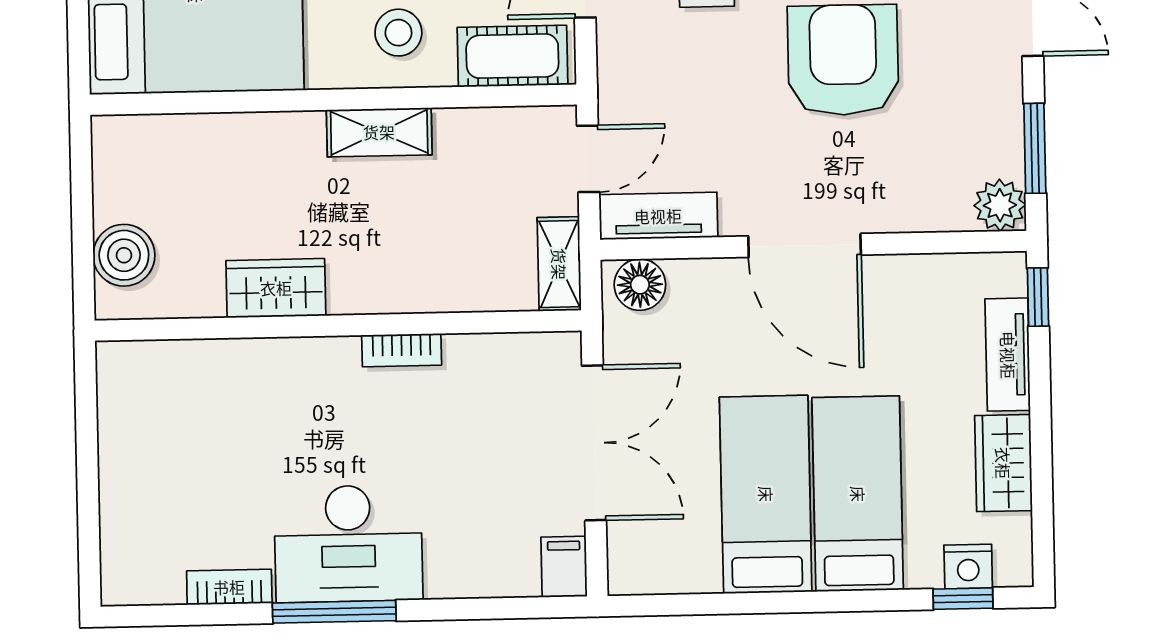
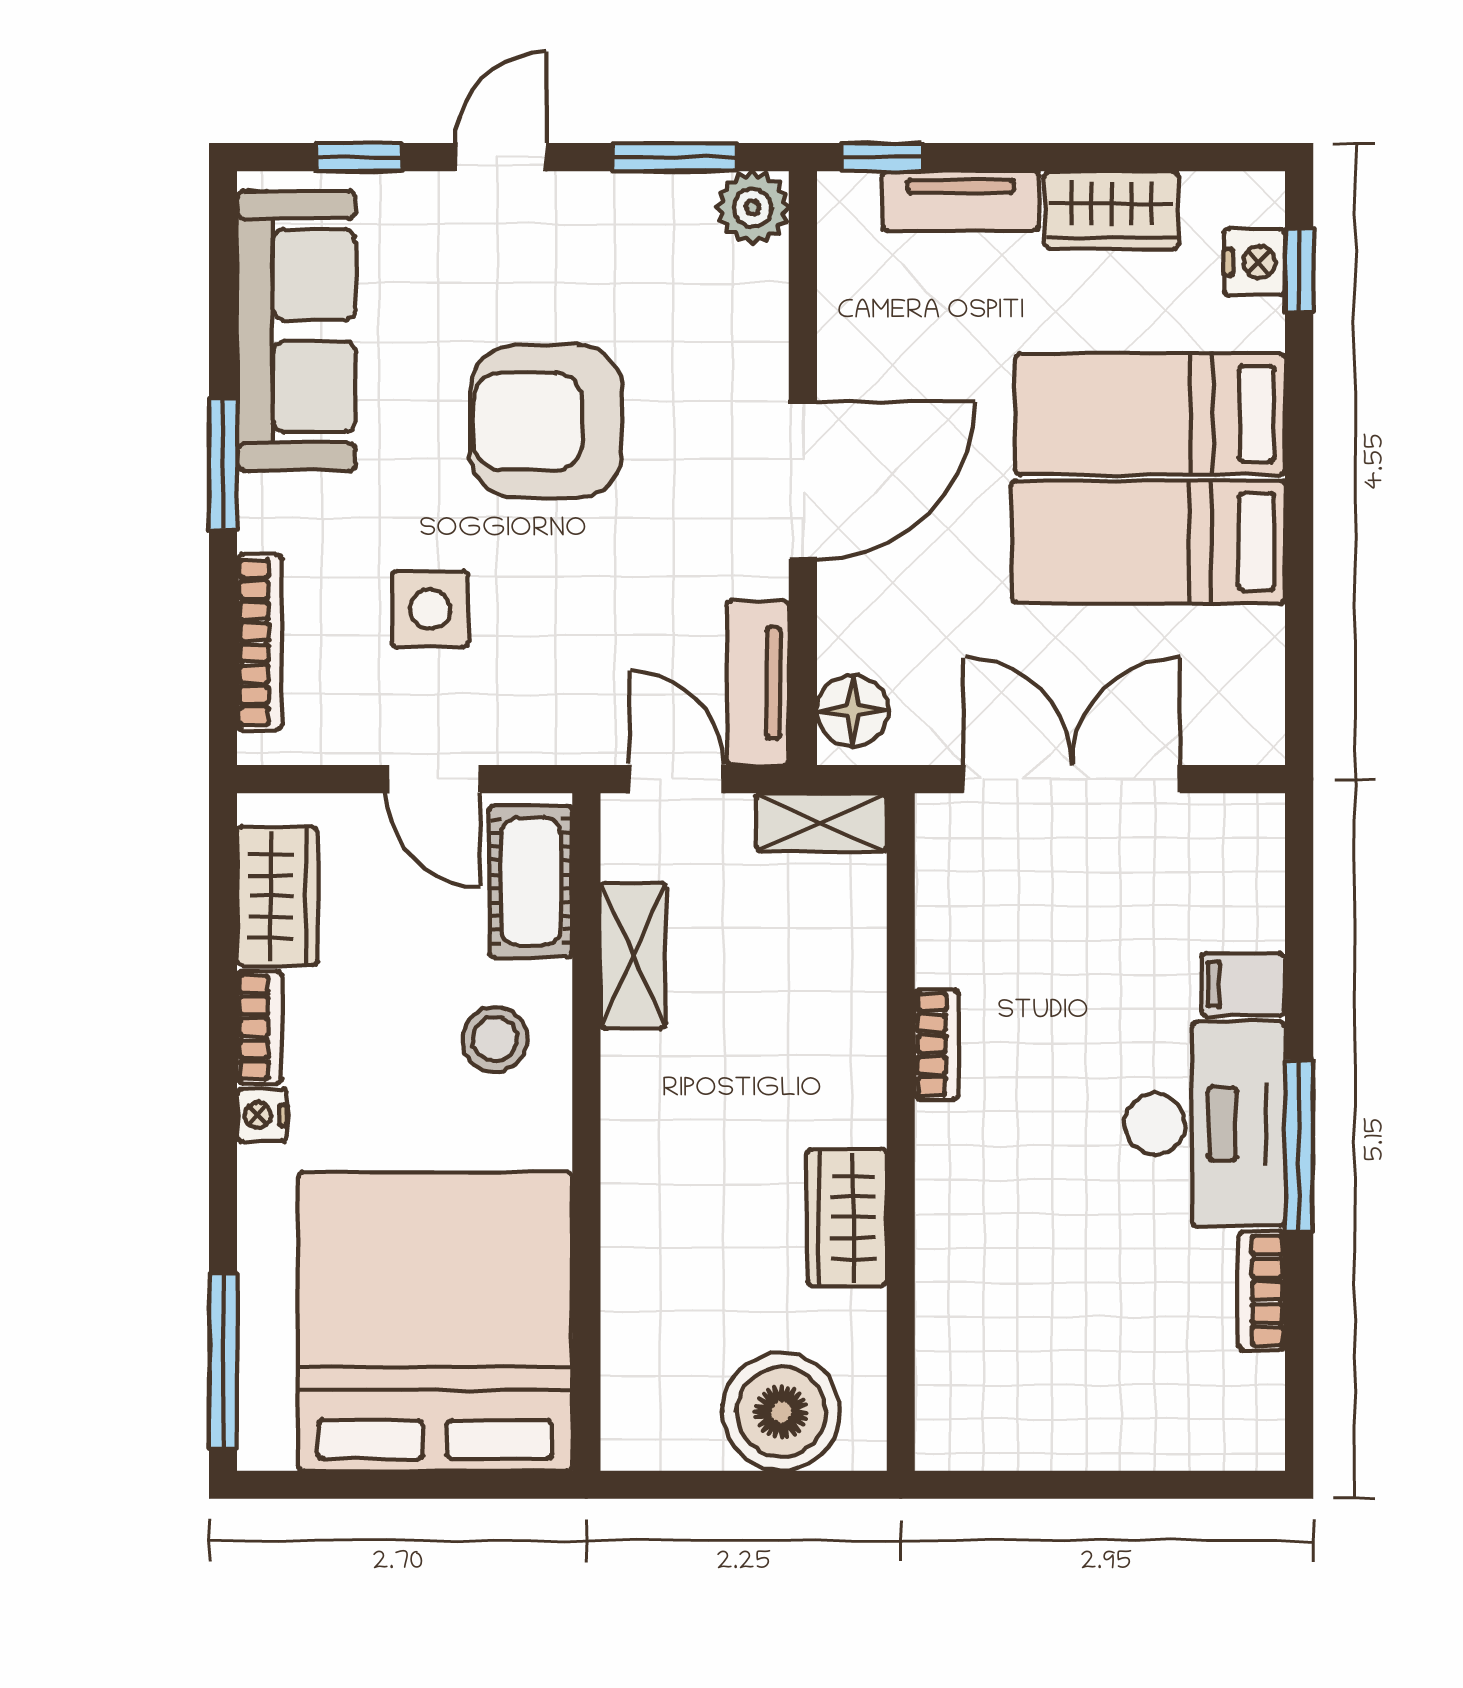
shelving: (379, 132) -> (633, 956), moved
boiler: (124, 255) -> (781, 1412), width x1.37, depth x1.37
filing cabinet: (564, 567) -> (1243, 985), moved

